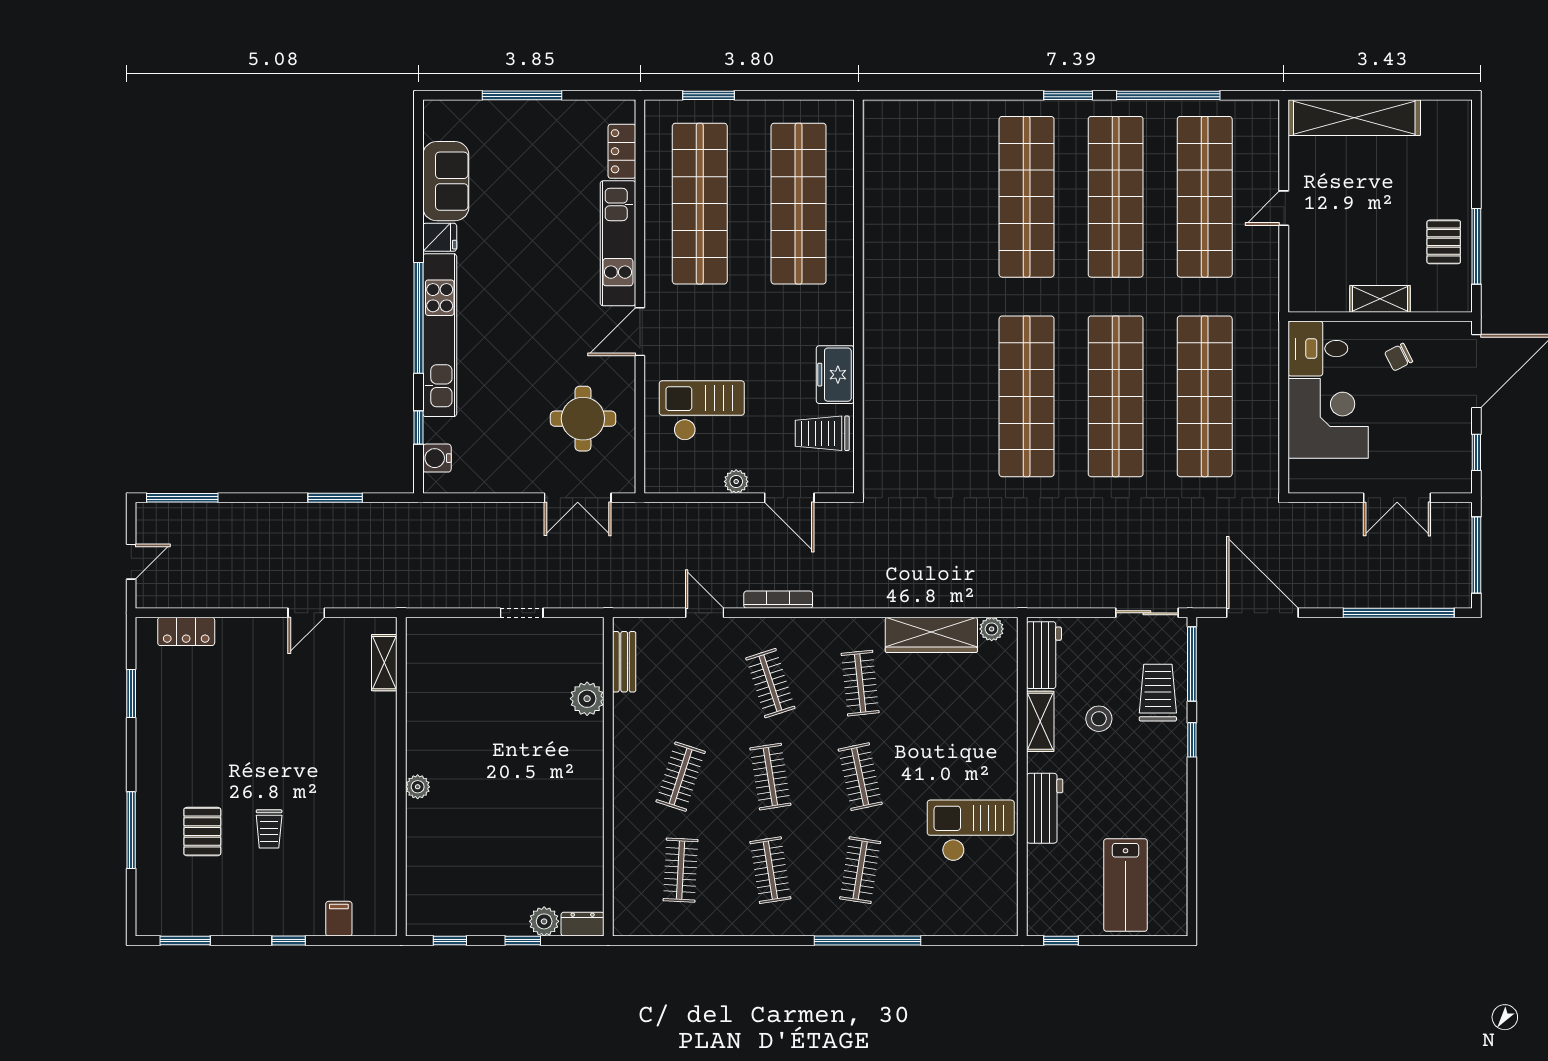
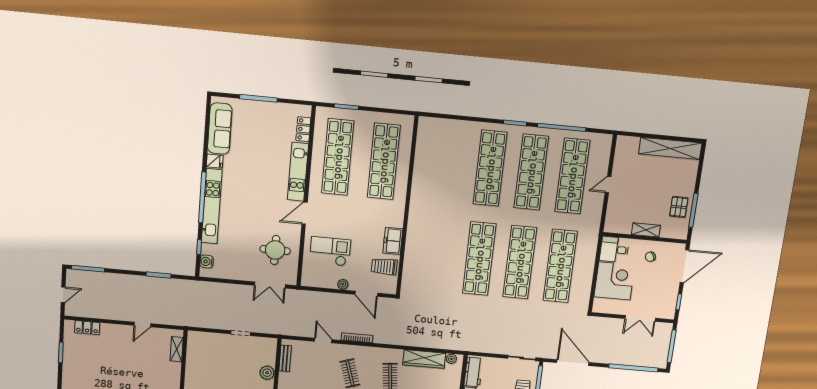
shelving: (1354, 118) -> (670, 148), moved
sofa: (446, 181) -> (220, 129), width x1.36

